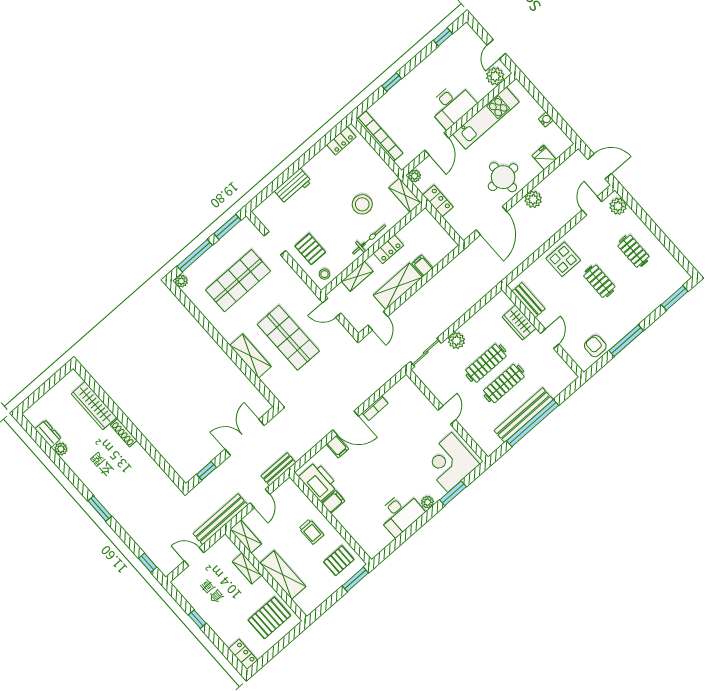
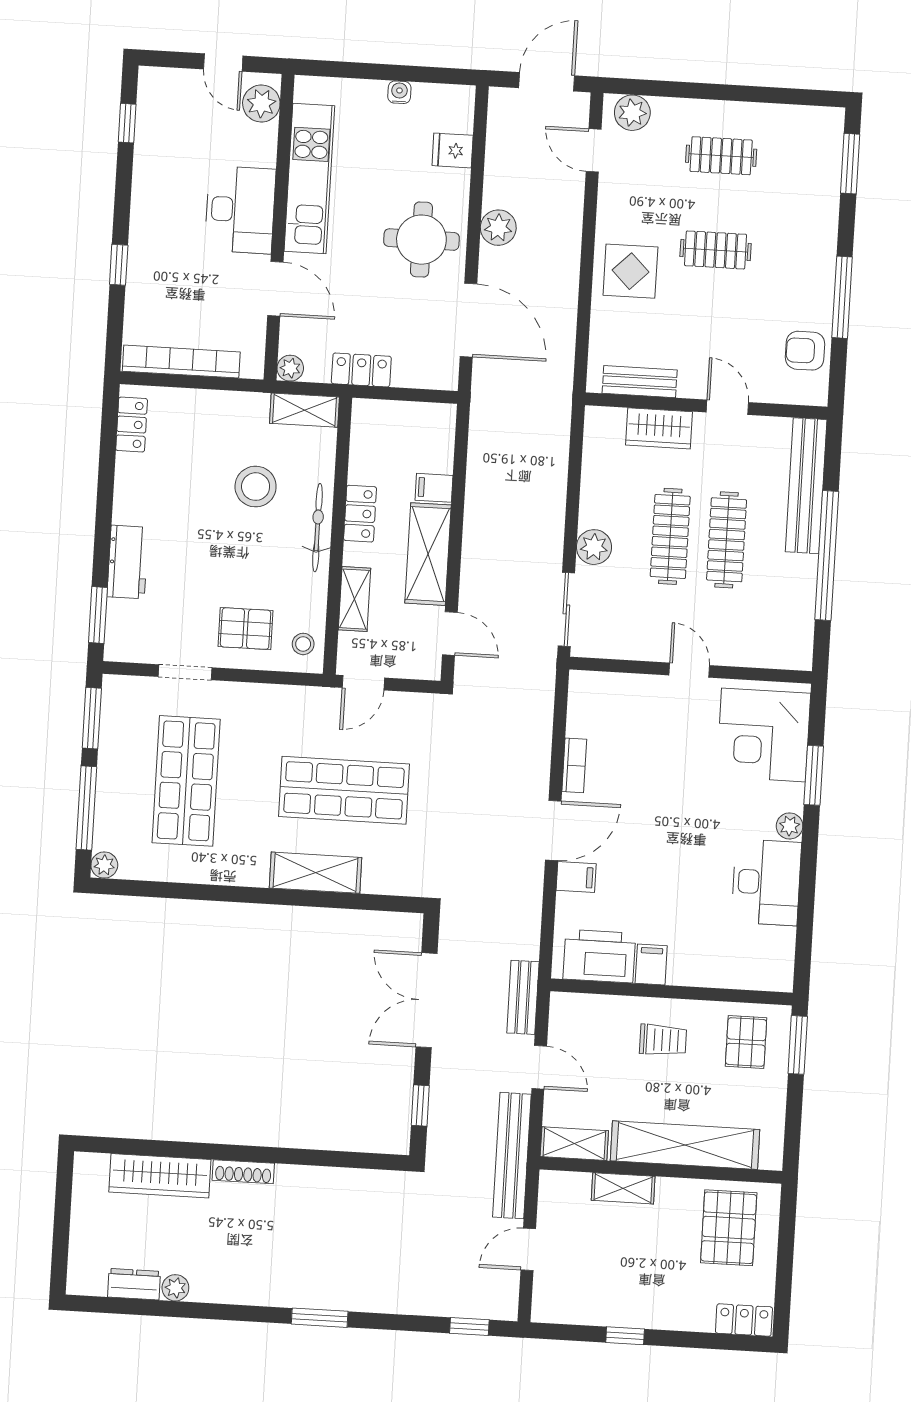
window: (265, 194) -> (98, 615), added
bench: (524, 415) -> (806, 486), moved
shelving: (283, 575) -> (685, 1145), width x1.47

